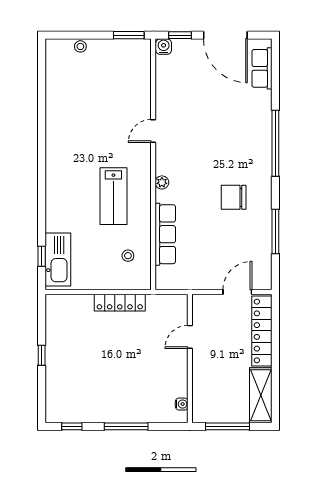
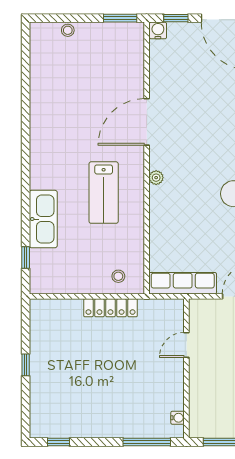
door: (153, 131) -> (147, 122), width x1.88
row of seats: (165, 234) -> (183, 283), moved, turned -90
stool: (128, 256) -> (118, 276), moved
kitchen sink: (58, 260) -> (43, 219), moved
window: (126, 426) -> (147, 442), moved

